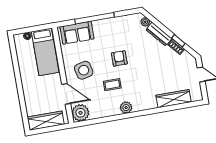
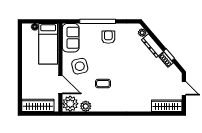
sofa: (77, 33) -> (71, 38), moved, turned -90
armchair: (119, 58) -> (108, 37), moved
wardrobe: (174, 99) -> (167, 106), moved
plant: (126, 108) -> (86, 106), moved

